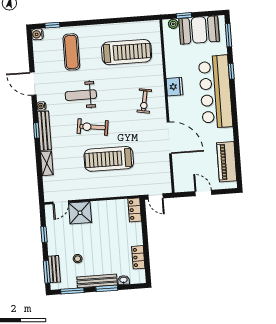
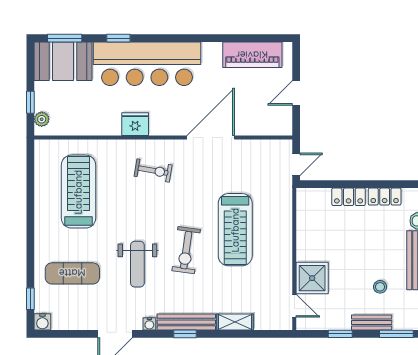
booth: (199, 30) -> (63, 61), moved, turned 90
locker: (135, 210) -> (349, 197), moved
bench: (54, 269) -> (372, 323), moved

